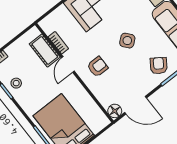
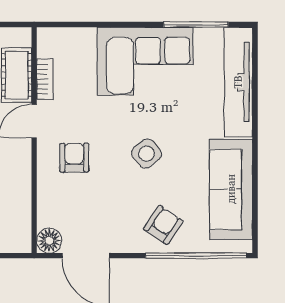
armchair: (98, 67) -> (74, 158), turned -90

